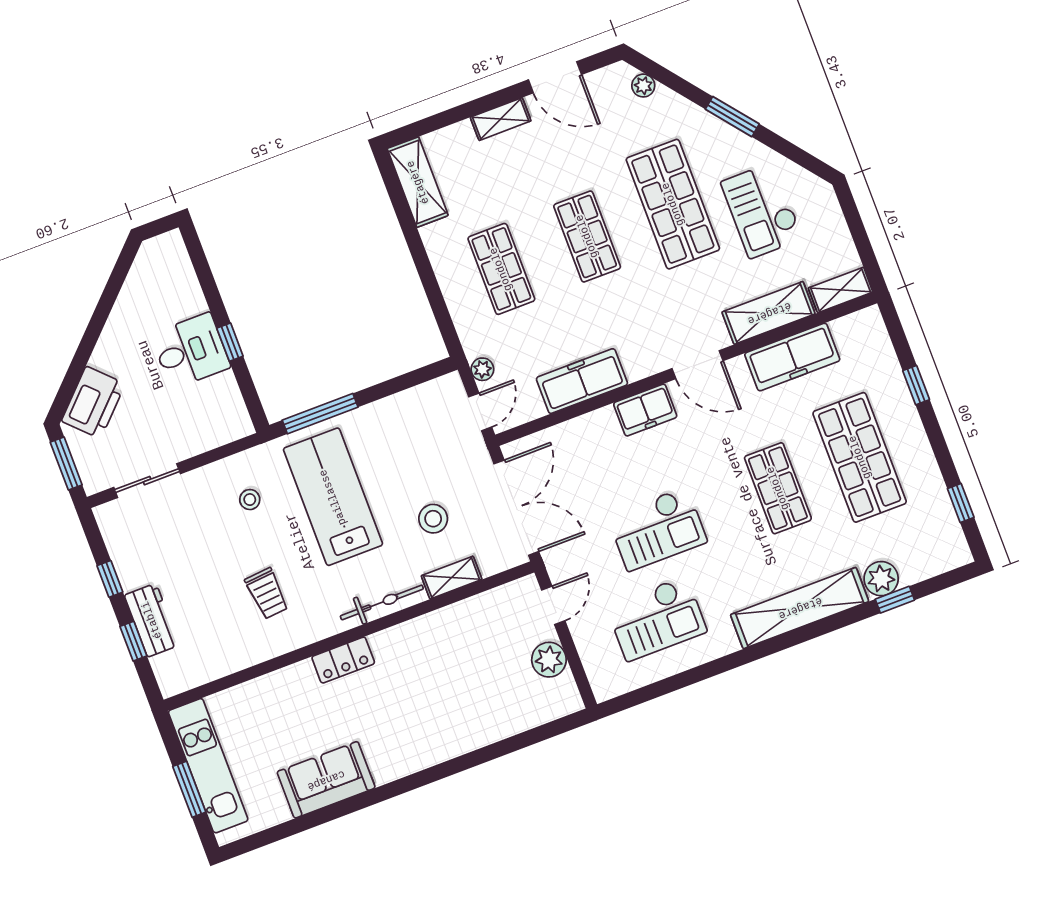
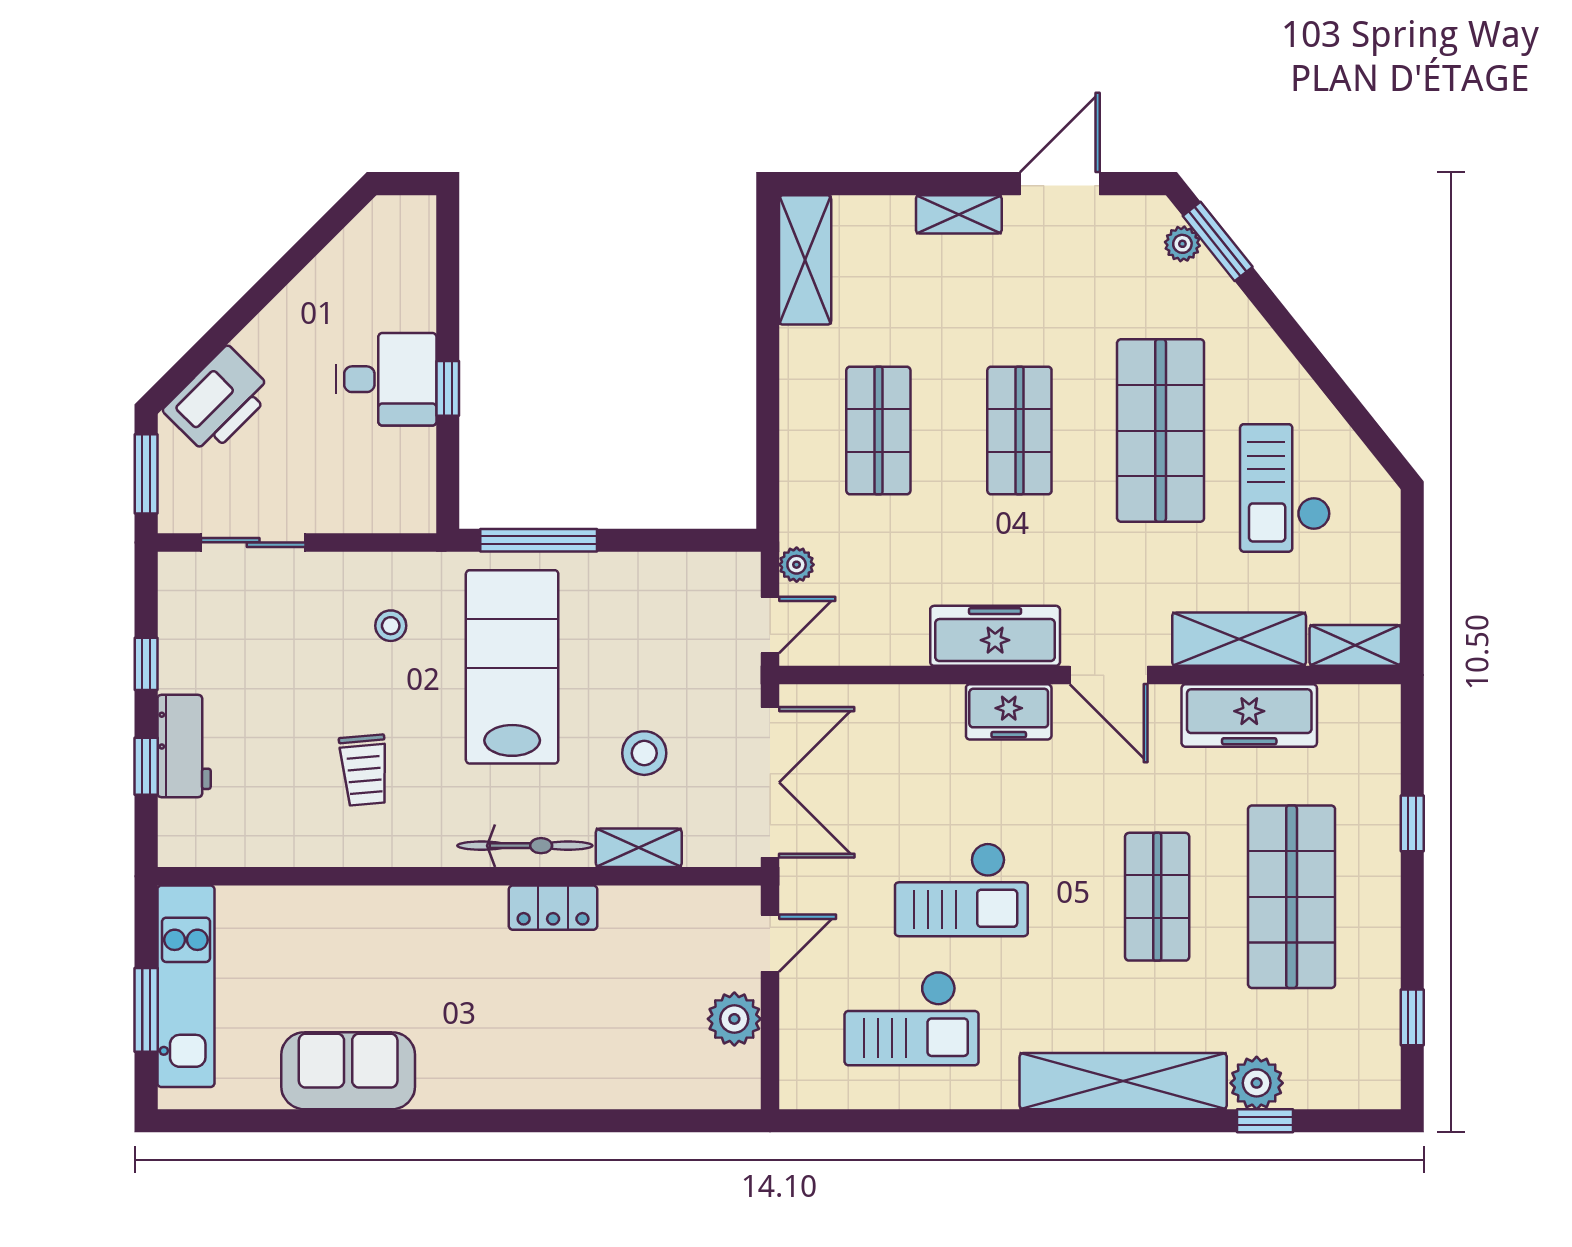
door: (555, 77) -> (1060, 184), swing flipped
window: (732, 117) -> (1218, 241), moved
freezer: (582, 381) -> (995, 636), moved
locker: (343, 660) -> (553, 908), moved

